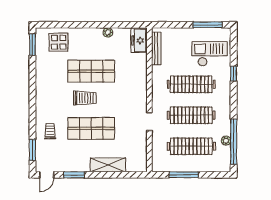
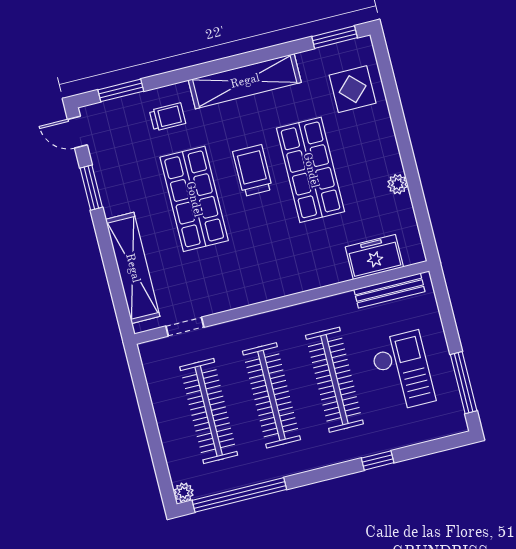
freezer: (139, 41) -> (374, 257), moved
checkout: (210, 54) -> (403, 371), moved
shelving: (42, 91) -> (245, 81), added
trolley: (85, 98) -> (253, 171), turned 180
doorway: (149, 122) -> (185, 327), moved
plant: (226, 141) -> (184, 492), moved
shelving: (108, 165) -> (133, 268), width x1.47
window: (184, 175) -> (147, 410), removed

